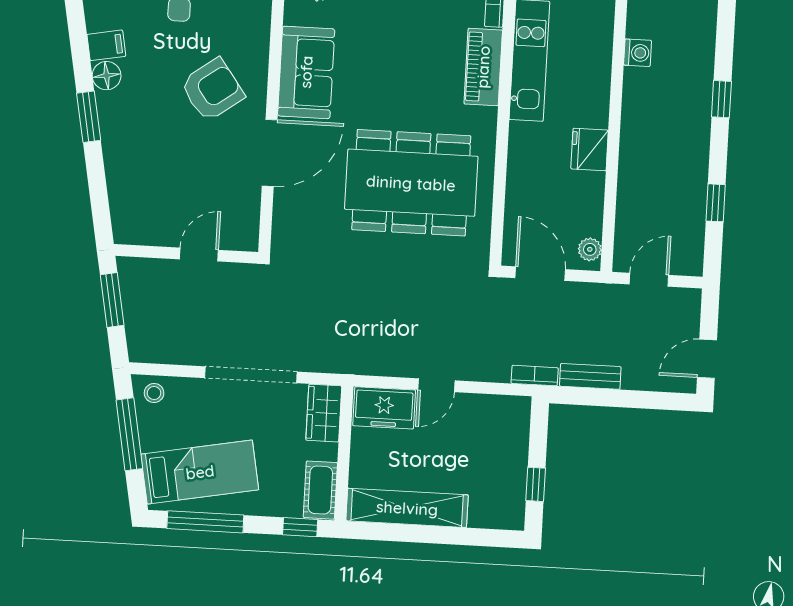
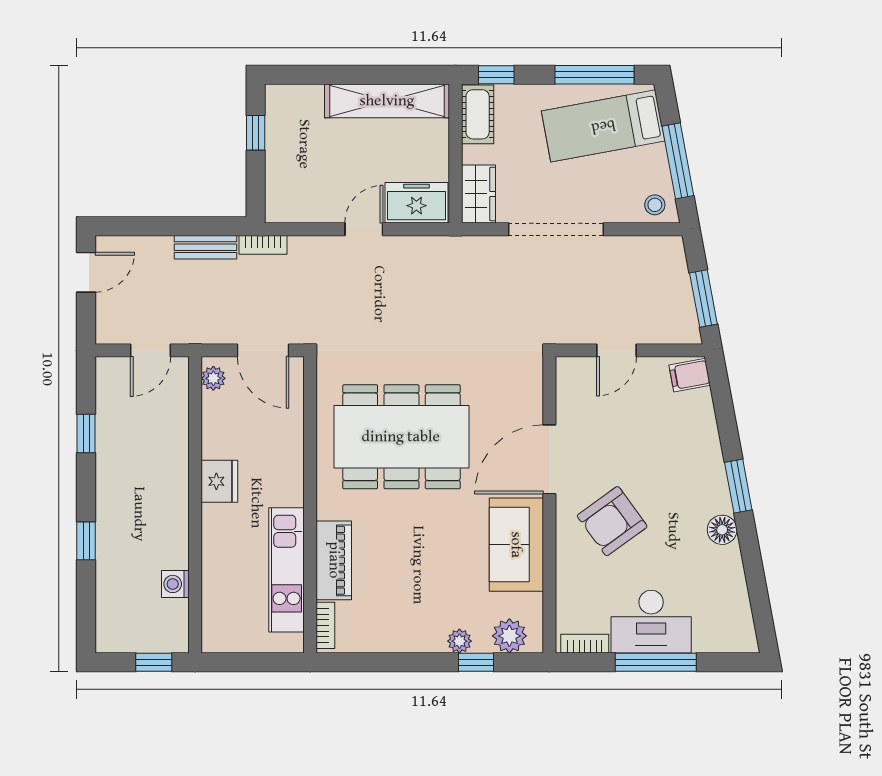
filing cabinet: (106, 45) -> (690, 375), moved

